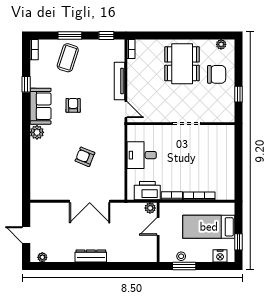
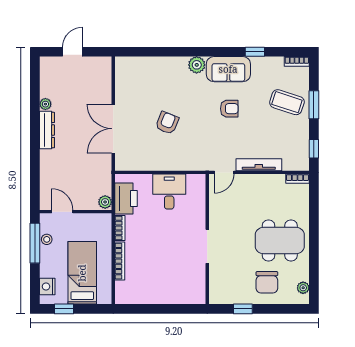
door: (158, 226) -> (62, 212), moved
plant: (42, 257) -> (45, 104), moved
window: (184, 266) -> (35, 243), width x1.44

